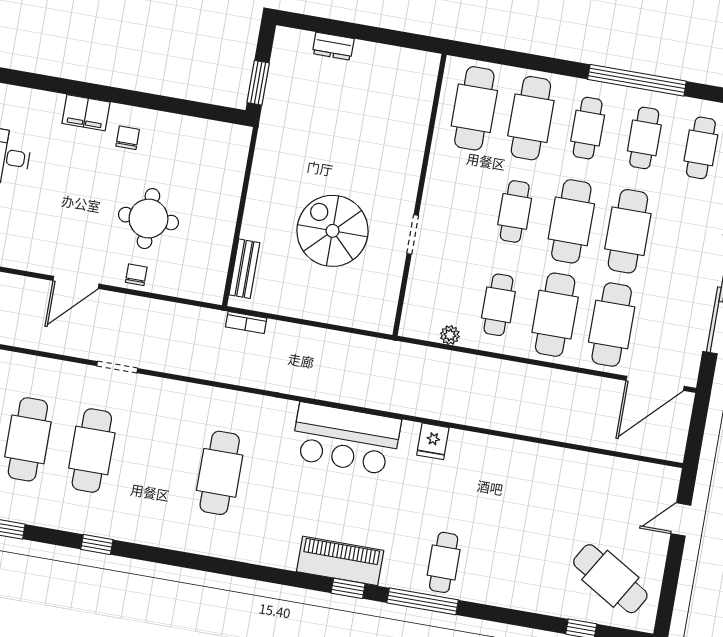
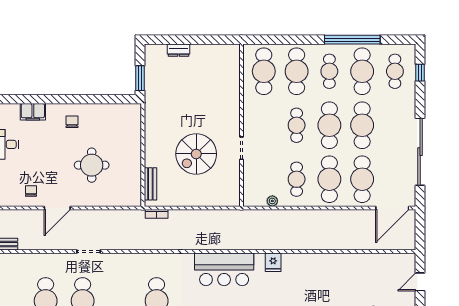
filing cabinet: (86, 113) -> (33, 112), moved
cafe table: (644, 138) -> (362, 71), width x1.37, depth x1.35
spiral stairs: (333, 231) -> (196, 154), turned -90
chair: (136, 275) -> (31, 191), moved

